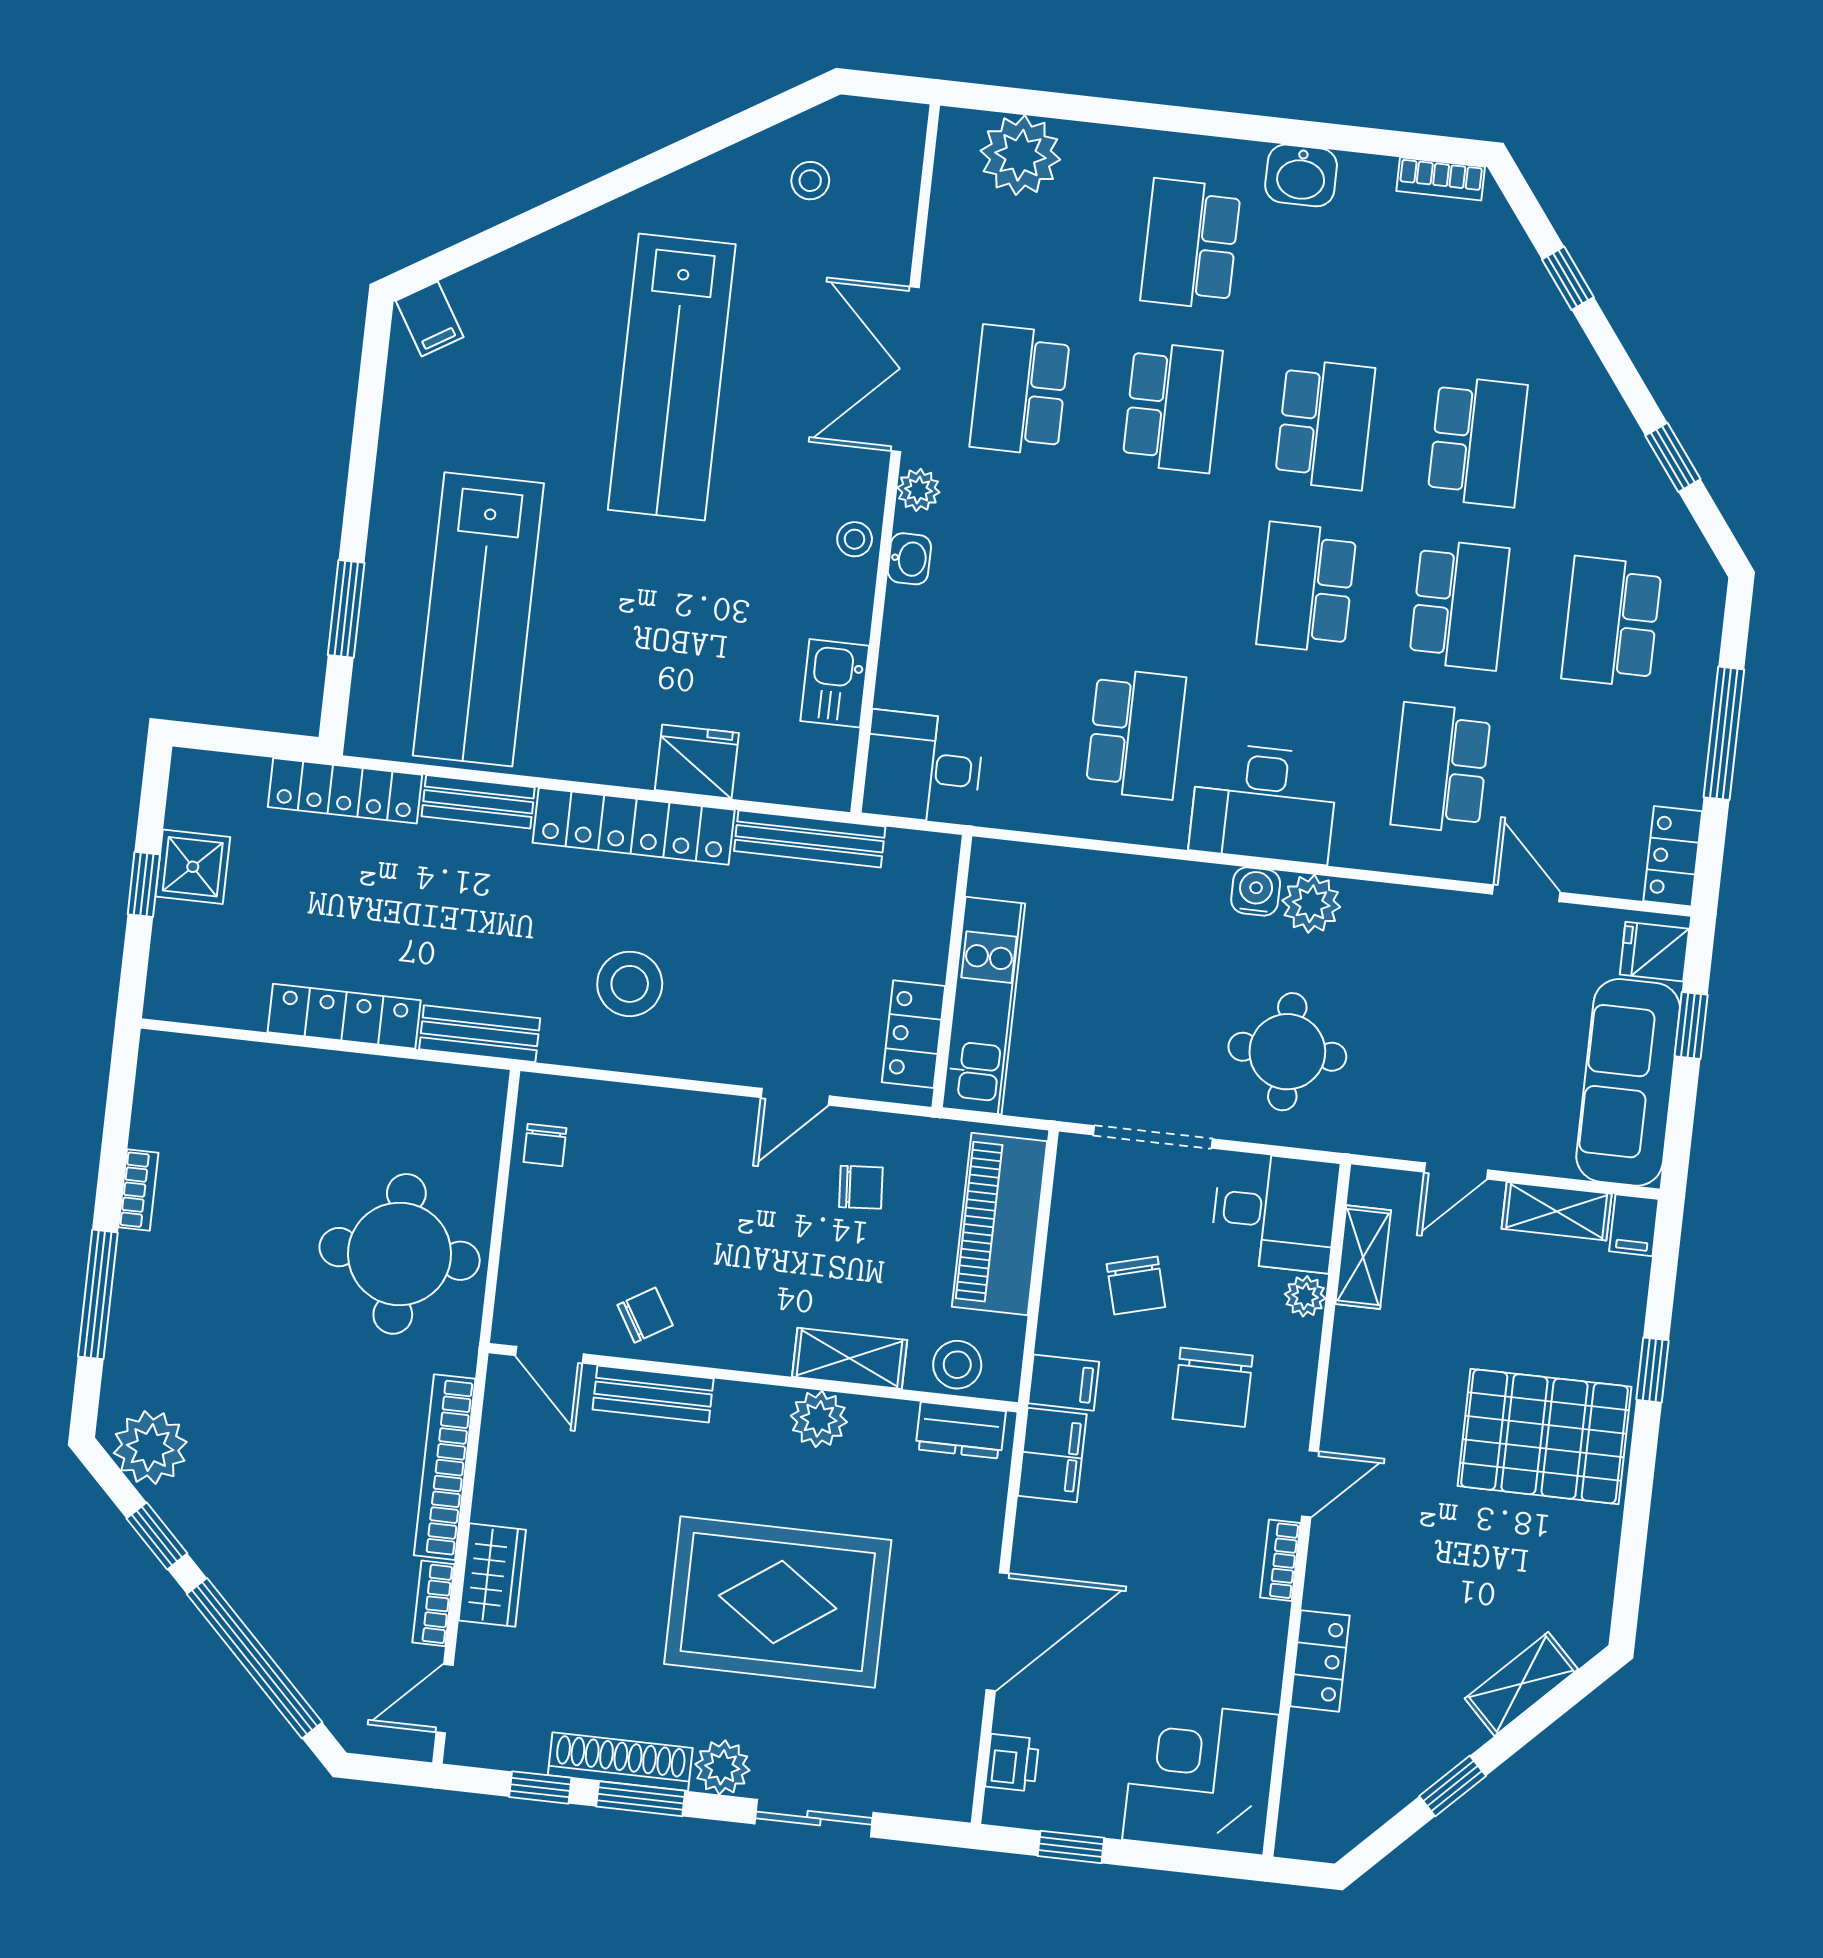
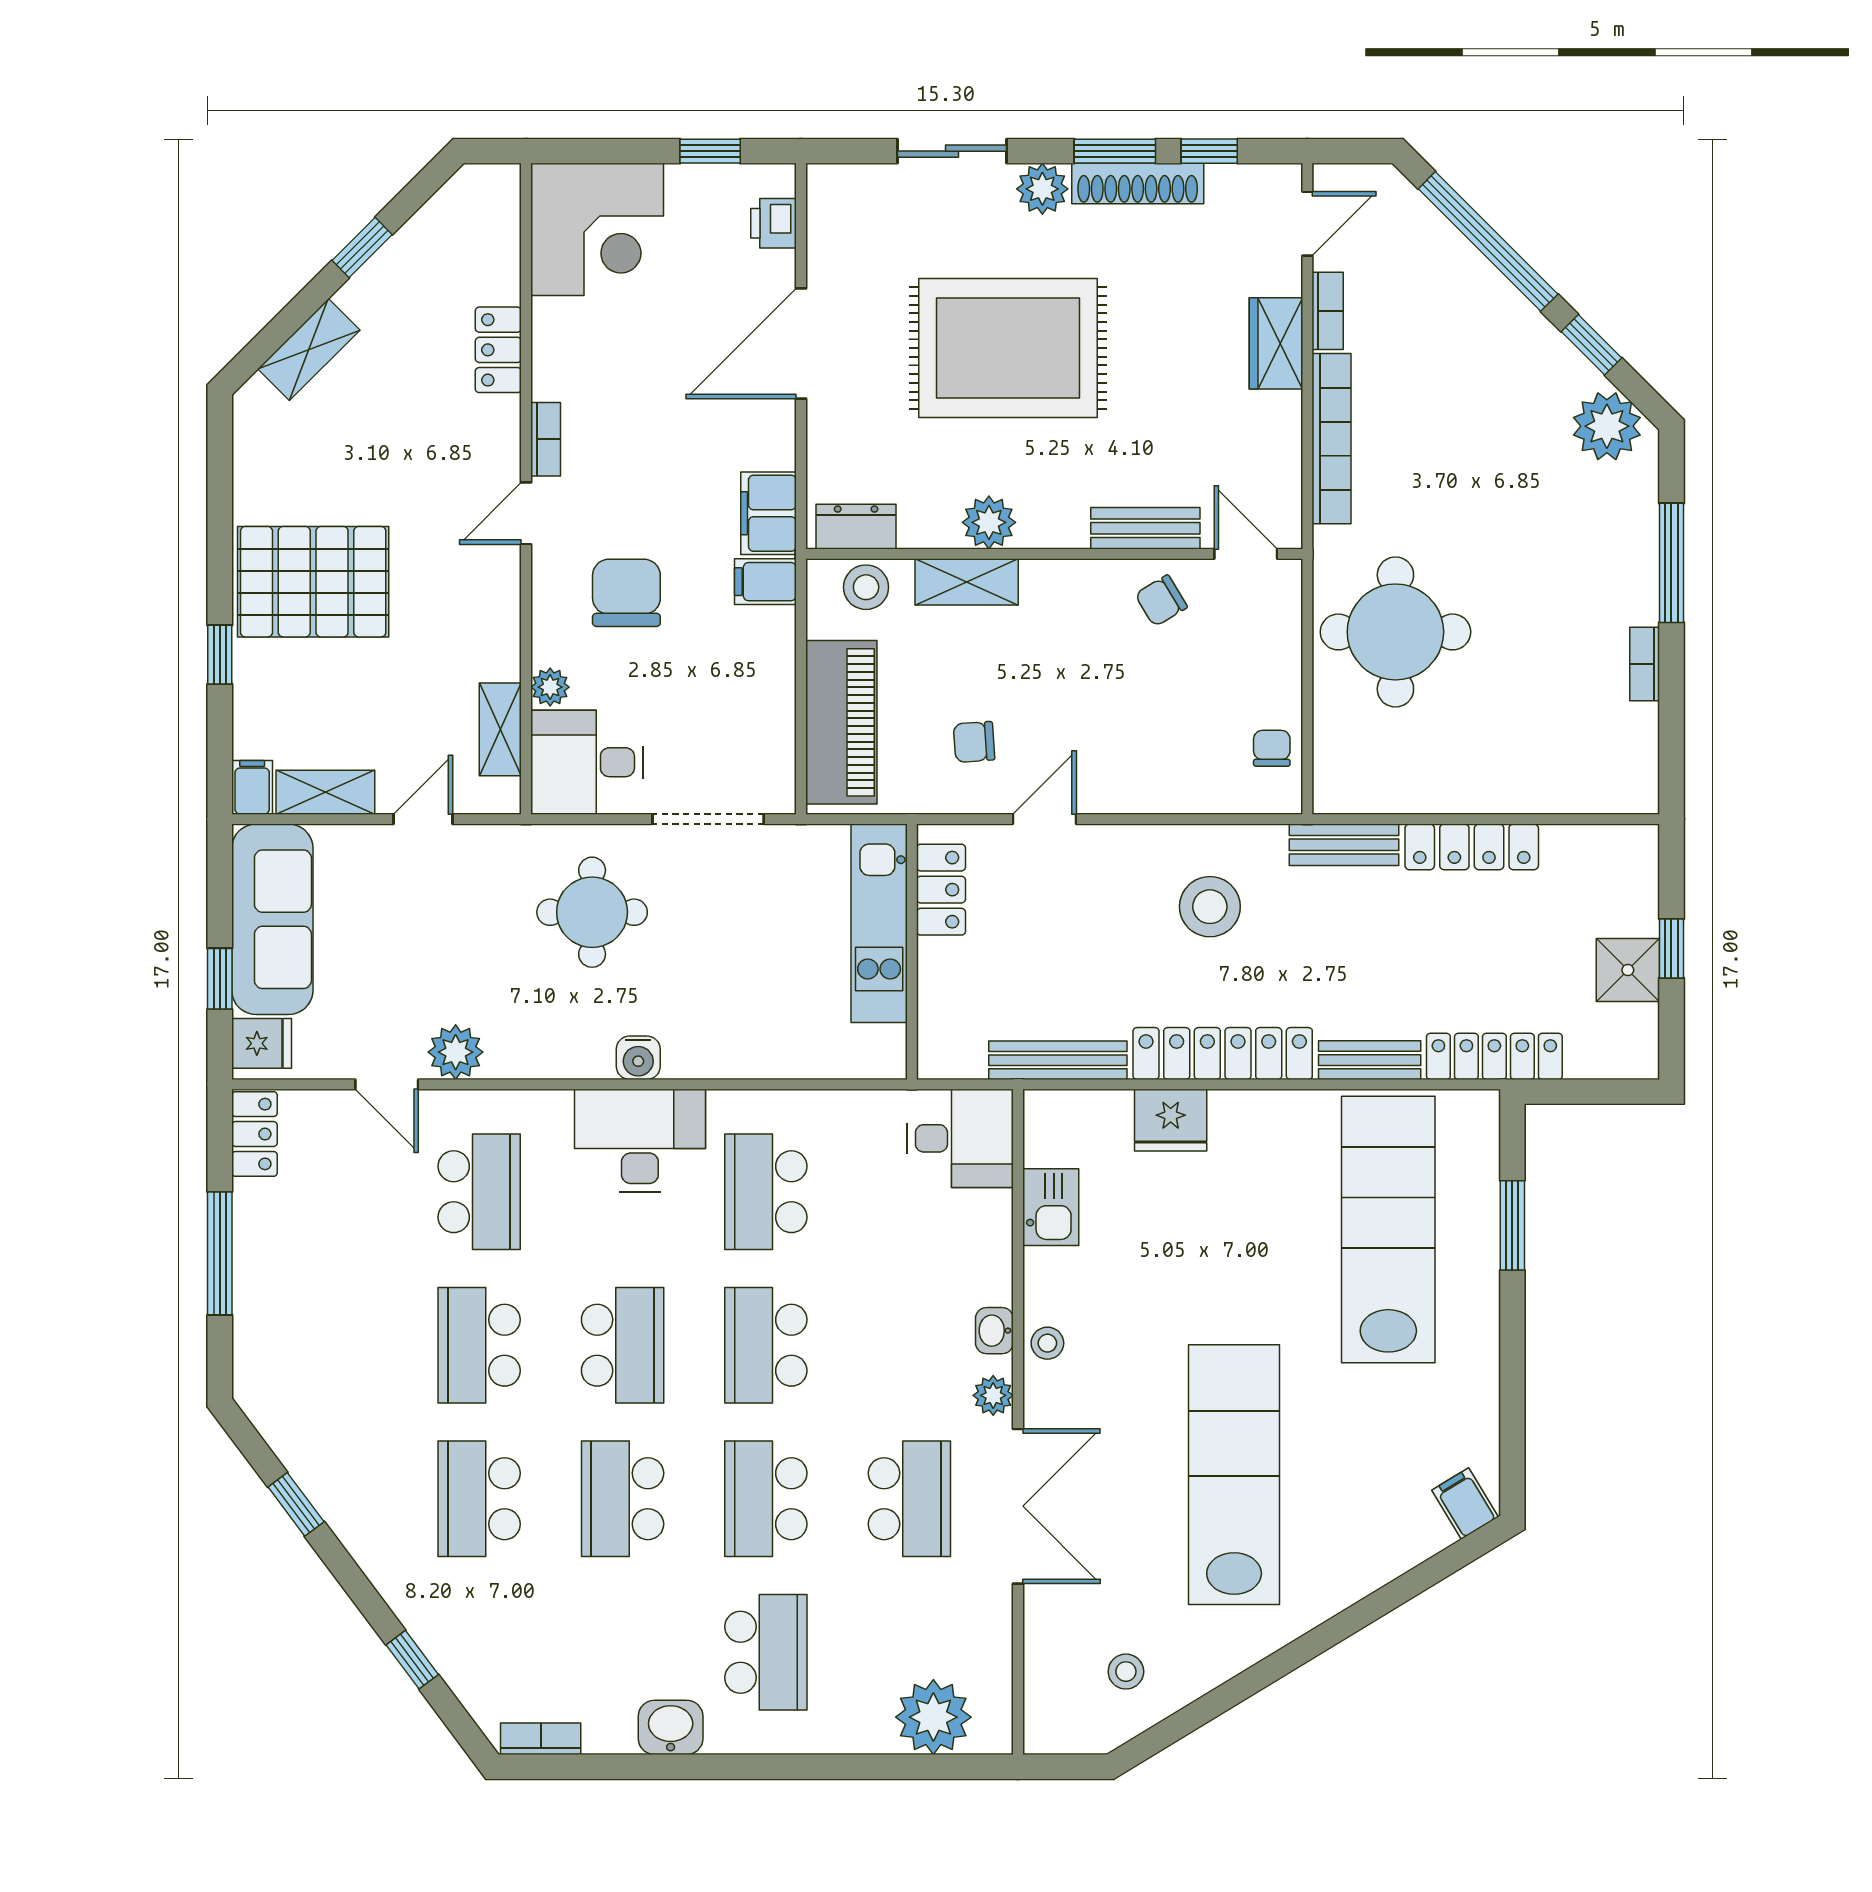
school desk: (1612, 622) -> (766, 1345), moved, turned 180
plant: (1311, 904) -> (456, 1052), moved
chair: (1136, 1285) -> (708, 679), removed

